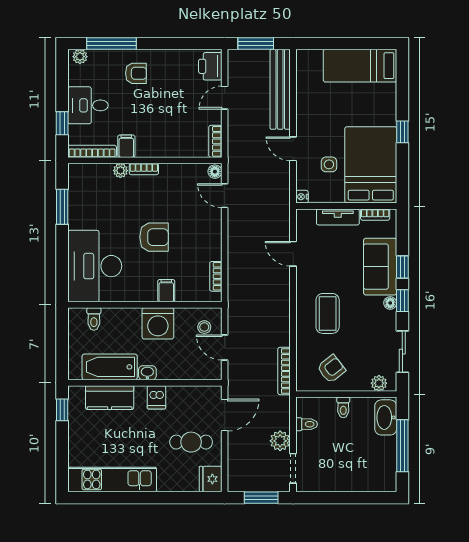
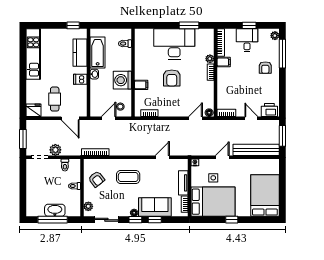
bed: (360, 66) -> (265, 196), width x1.50
window: (62, 123) -> (249, 25), moved
desk: (95, 266) -> (174, 44), moved
washbasin: (386, 417) -> (55, 210), moved

